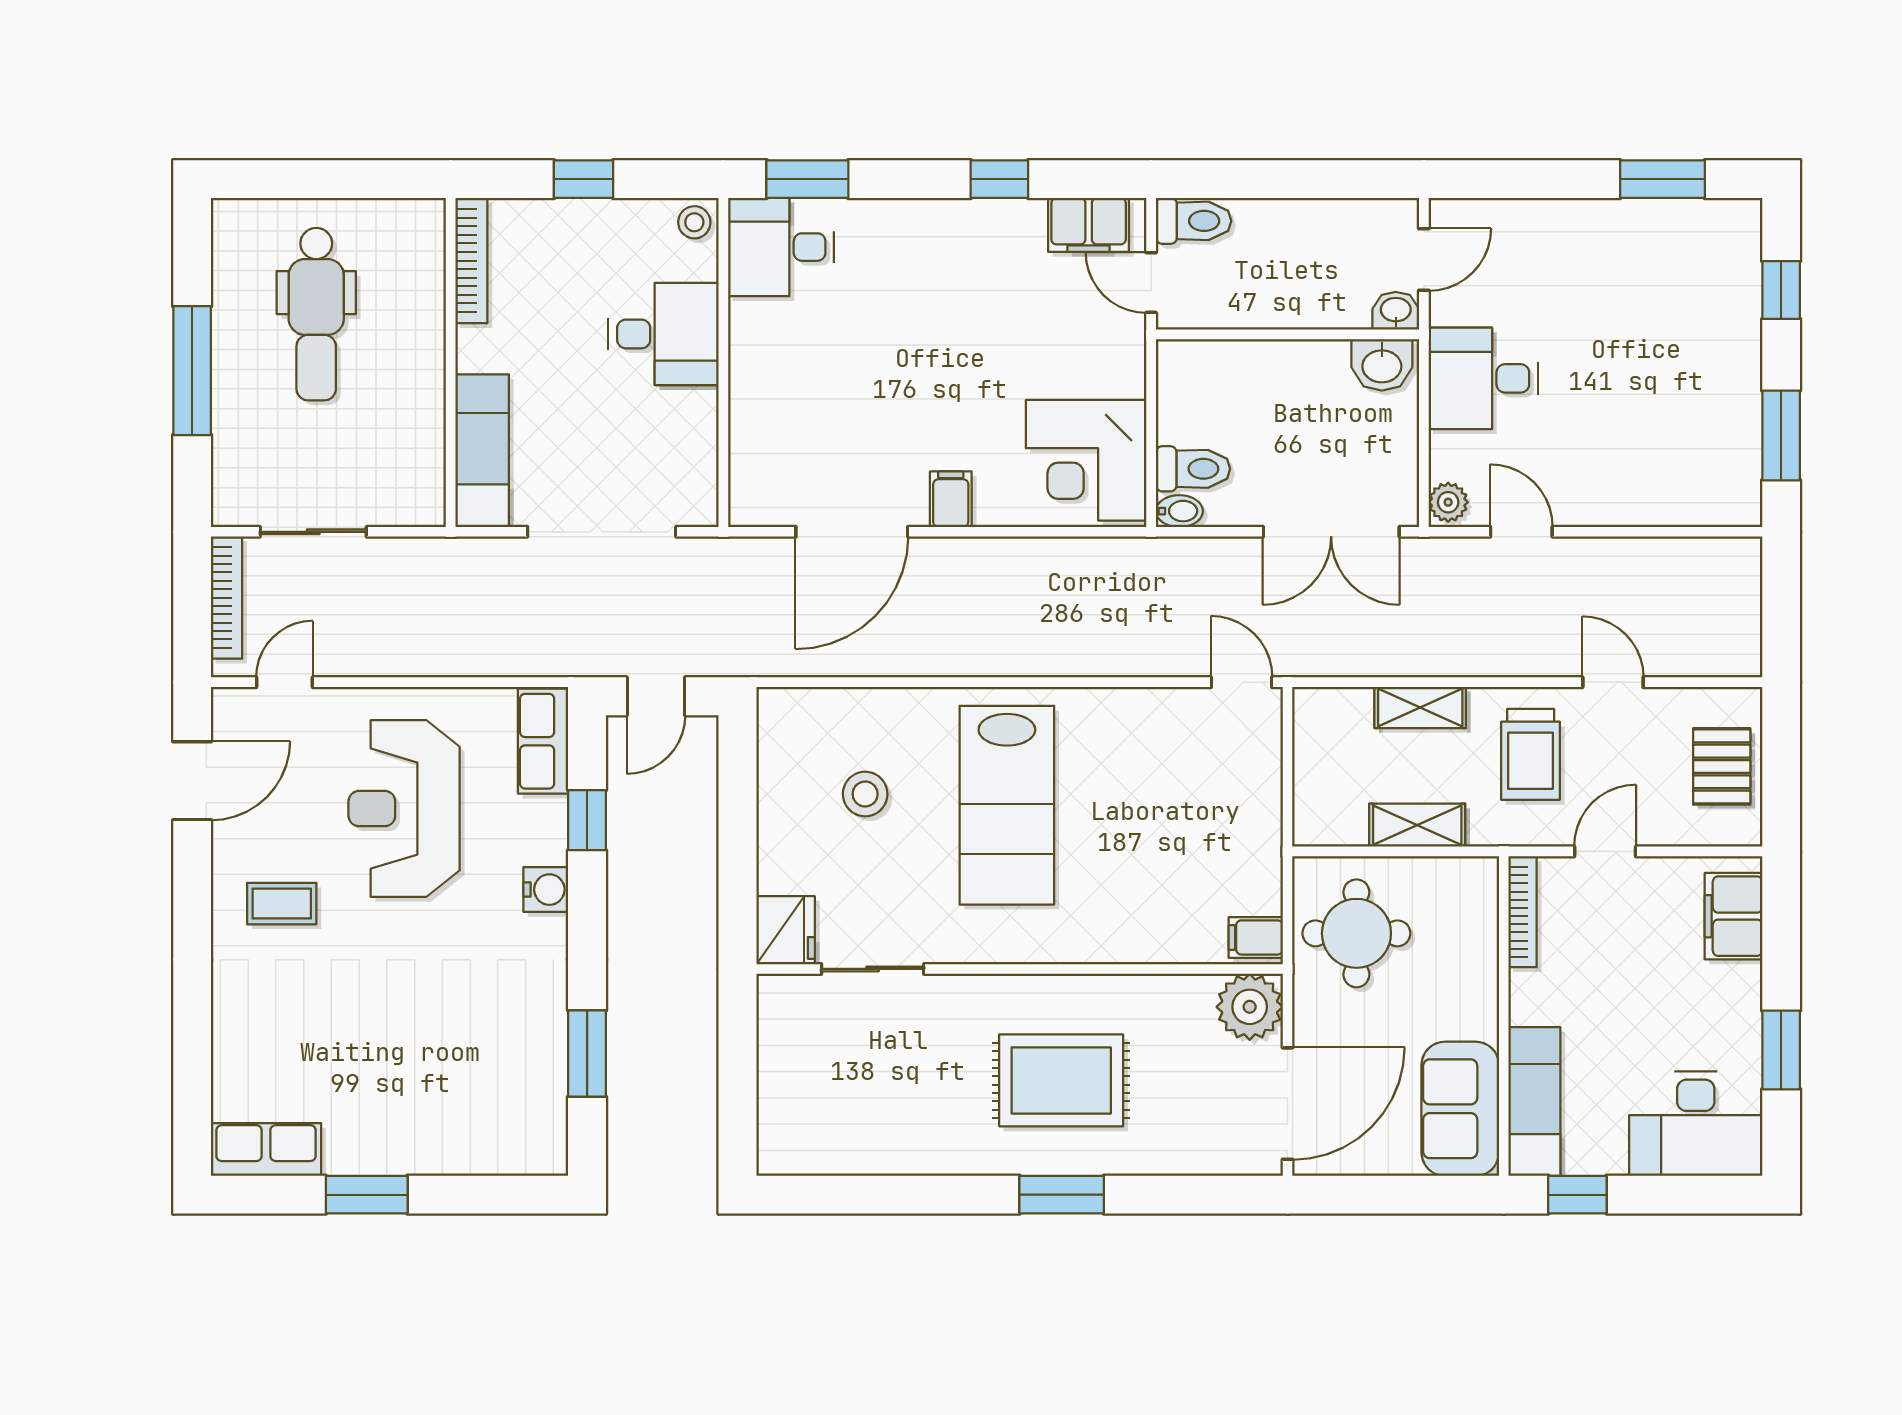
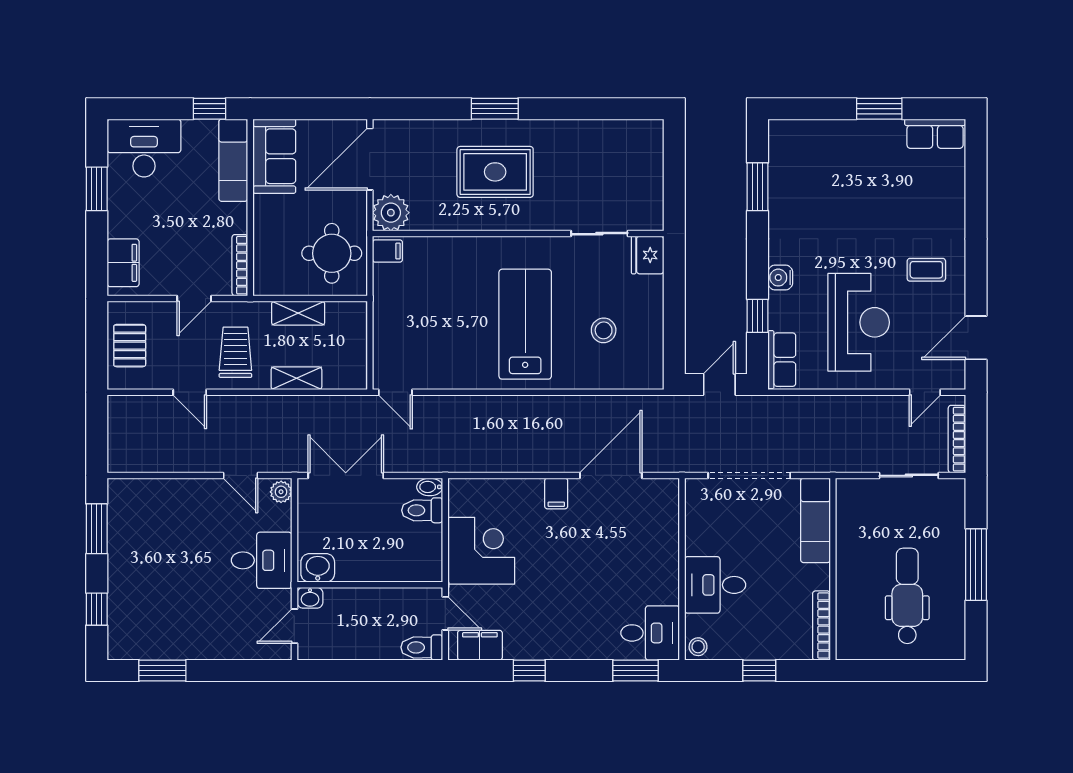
corner desk: (1086, 460) -> (481, 551), moved

